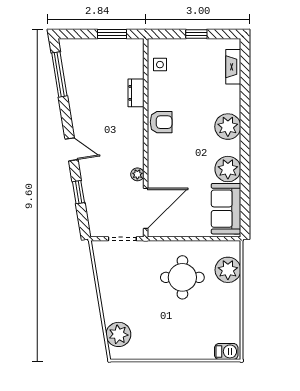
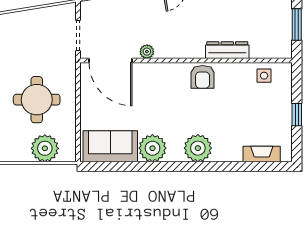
dresser: (136, 93) -> (227, 50), width x1.44

